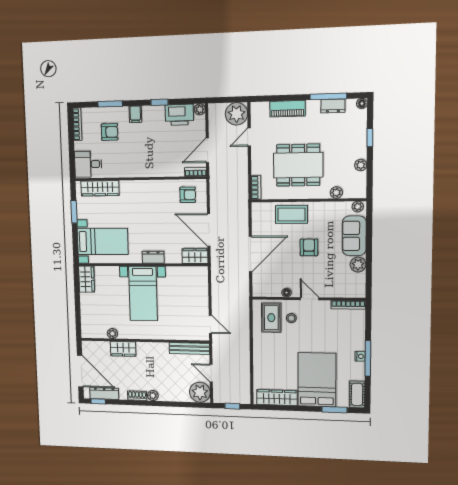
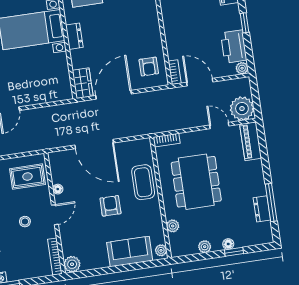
floor lamp: (362, 104) -> (228, 244), moved
piano: (287, 109) -> (251, 141), moved
armchair: (309, 247) -> (110, 206), turned -90
plant: (358, 265) -> (72, 264), moved
stool: (291, 318) -> (25, 222), moved

